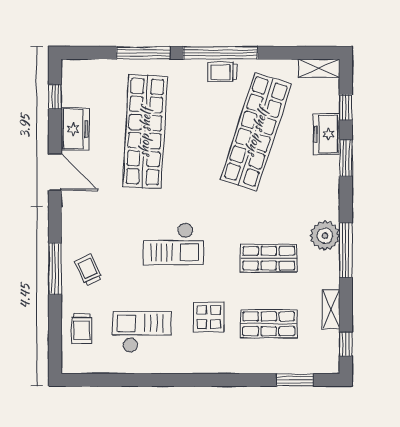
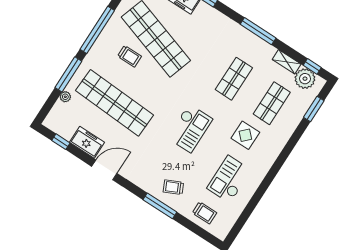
plant: (114, 67) -> (65, 97), added
trolley: (222, 72) -> (129, 56), moved, turned -90
plant: (325, 236) -> (305, 79), moved

